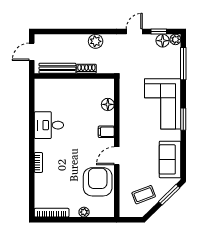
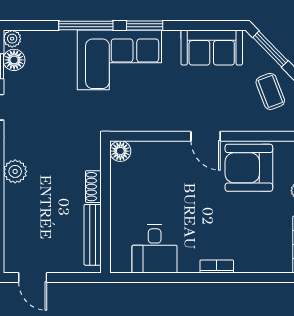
window: (183, 64) -> (86, 25), moved
bench: (57, 68) -> (93, 235), moved
shoe rack: (86, 69) -> (93, 187), moved
wall: (74, 76) -> (105, 207), moved
filing cabinet: (106, 132) -> (166, 154), removed

